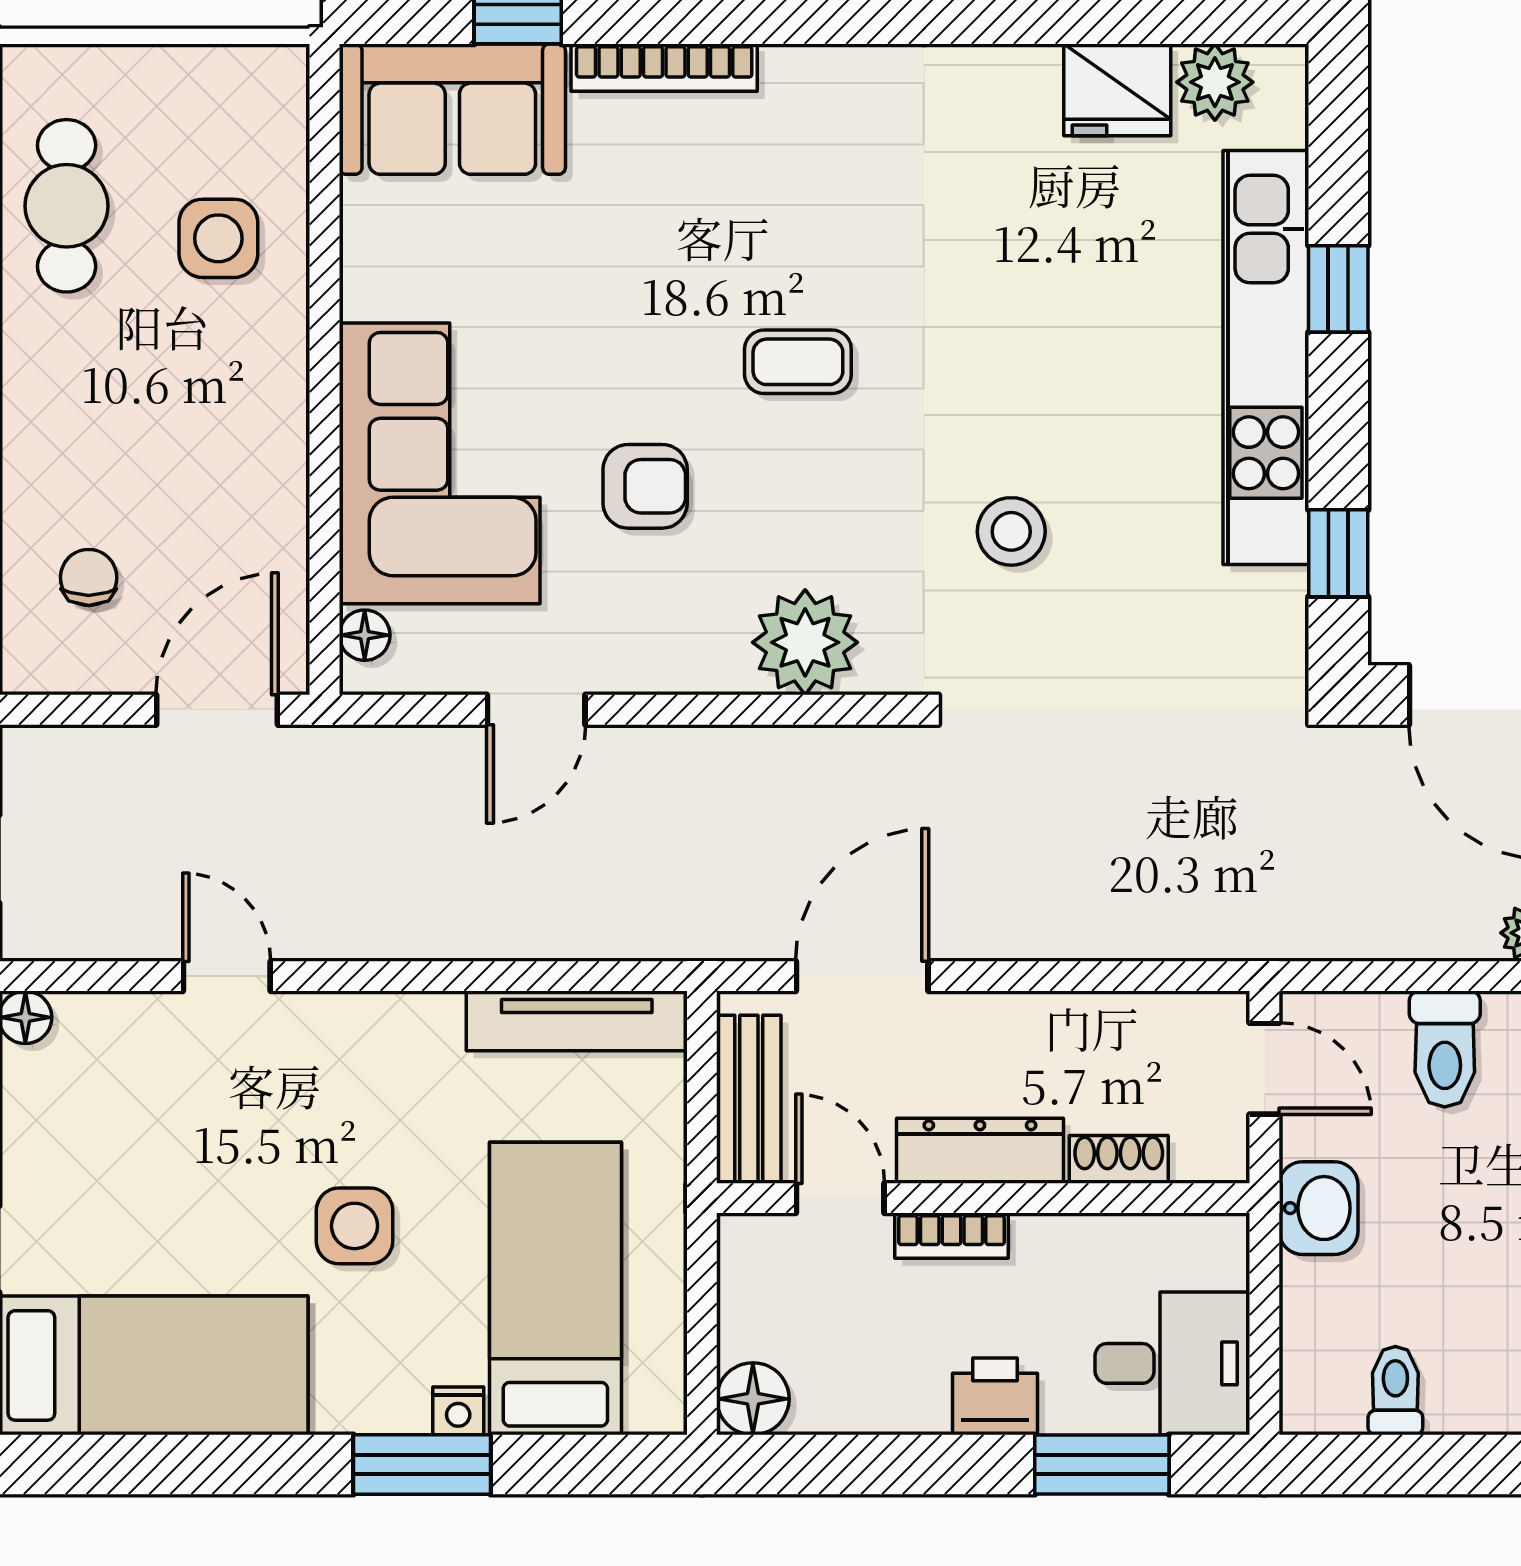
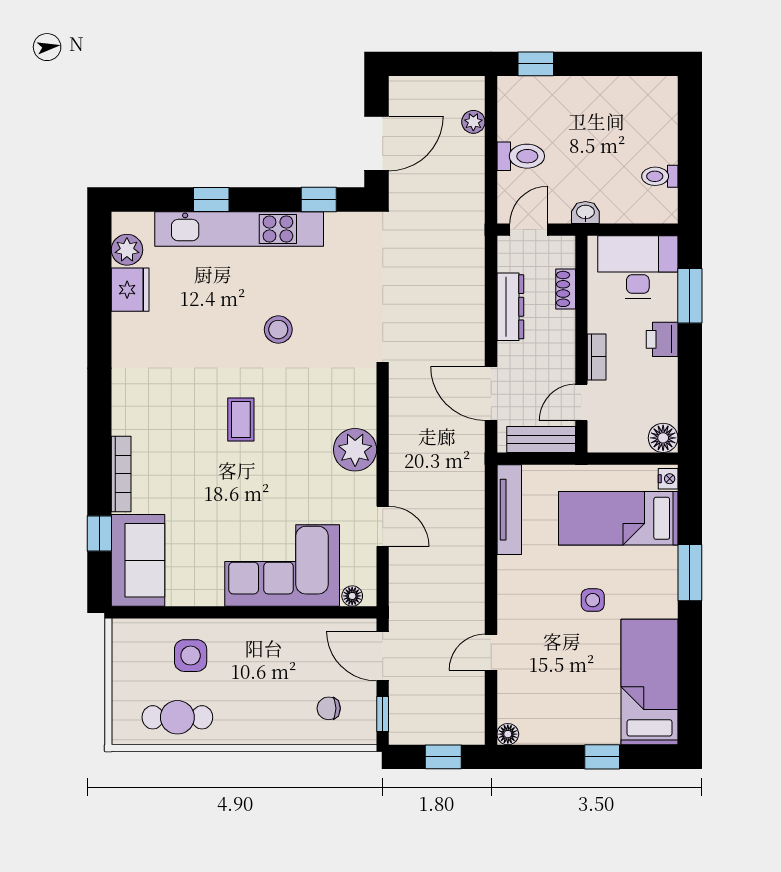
armchair: (645, 486) -> (292, 482), removed
stool: (1011, 531) -> (278, 330), moved
plant: (805, 642) -> (355, 450), moved
window: (75, 710) -> (383, 714), added
dresser: (980, 1151) -> (510, 307), moved, turned 180
washbasin: (1318, 1208) -> (585, 213), width x0.72, depth x0.69
side table: (355, 1226) -> (593, 600), width x0.73, depth x0.73
desk: (1172, 1363) -> (638, 267), width x1.37
nightstand: (458, 1411) -> (668, 479), moved

